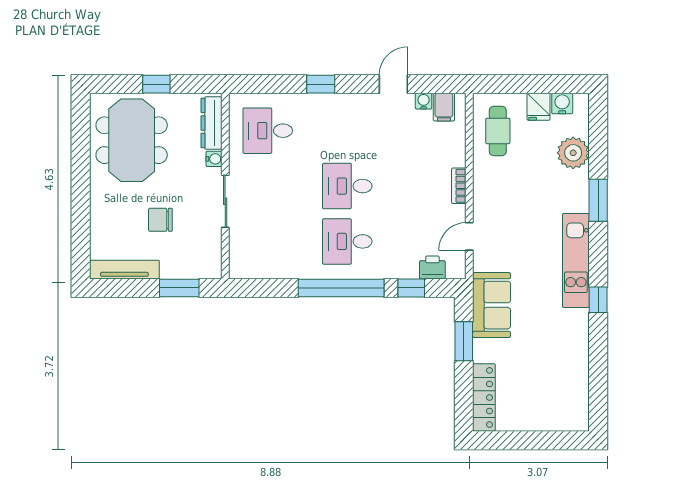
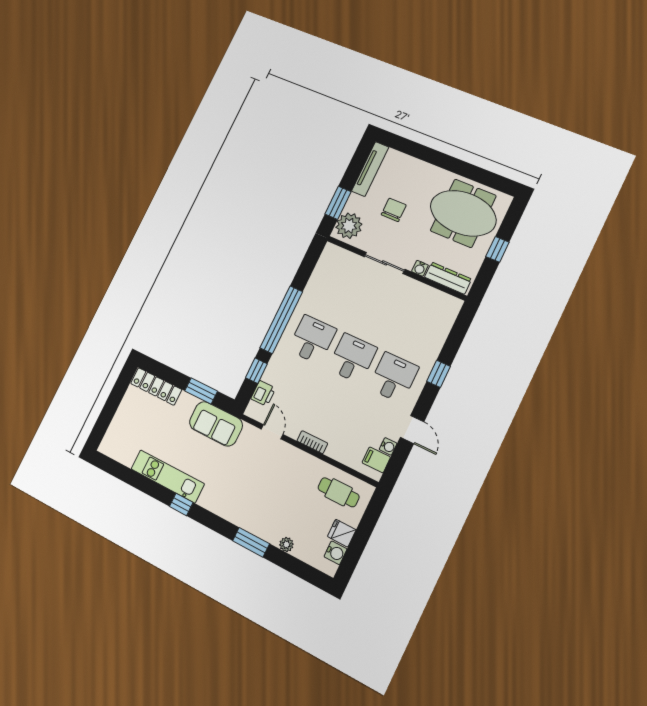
desk: (268, 131) -> (393, 378), moved
plant: (573, 153) -> (286, 545), width x0.53, depth x0.53
kitchen unit: (576, 260) -> (168, 476), moved
plant: (200, 262) -> (349, 226), added

